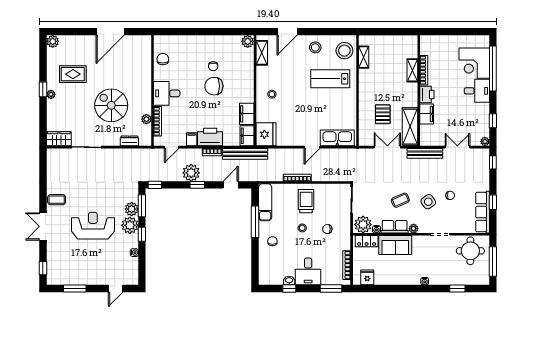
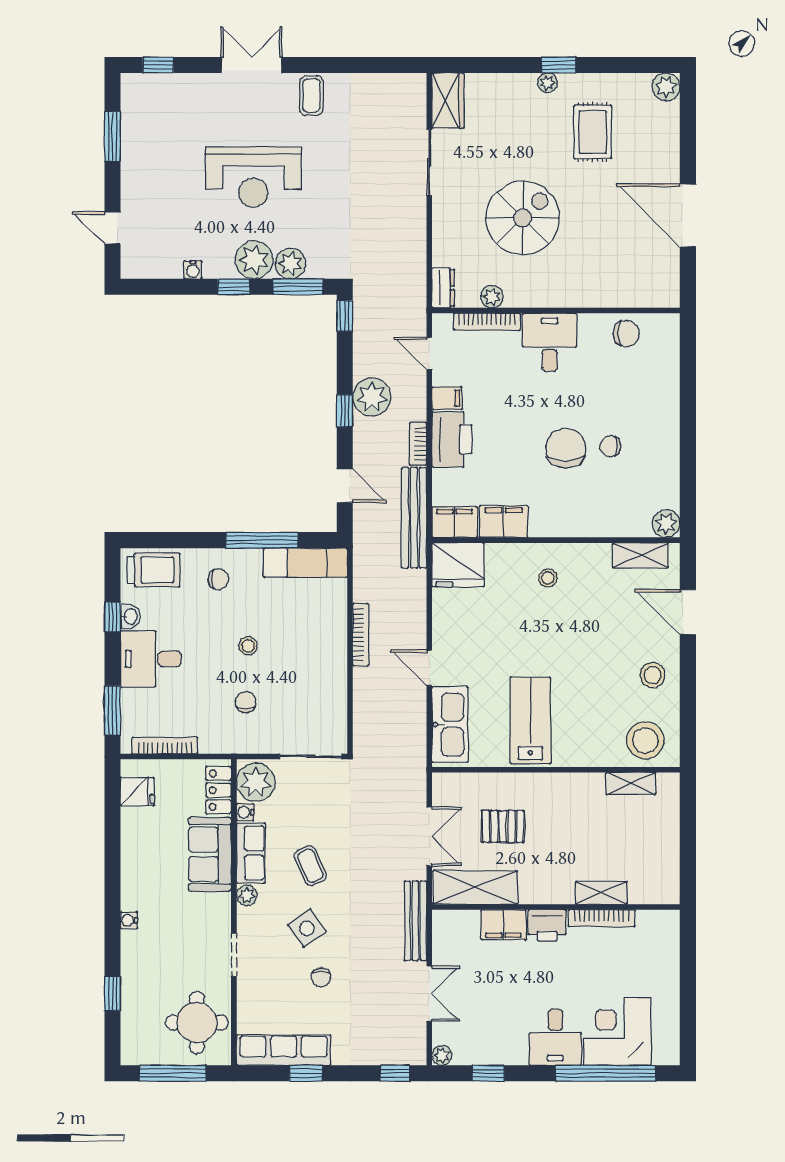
lab bench: (330, 79) -> (530, 721), moved
dresser: (129, 141) -> (443, 288), moved
trolley: (306, 201) -> (154, 570), moved
reception desk: (93, 226) -> (253, 177), turned 90

